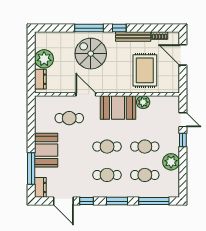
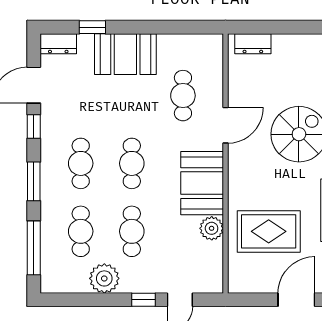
plant: (44, 59) -> (289, 50), removed
window: (31, 168) -> (92, 27), width x0.46

